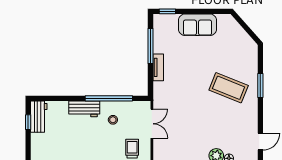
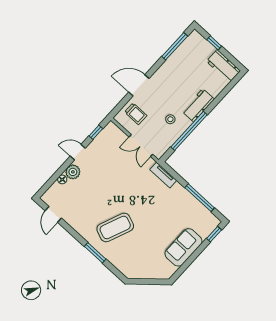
tv unit: (158, 67) -> (163, 175), moved
window: (28, 122) -> (214, 43), moved

